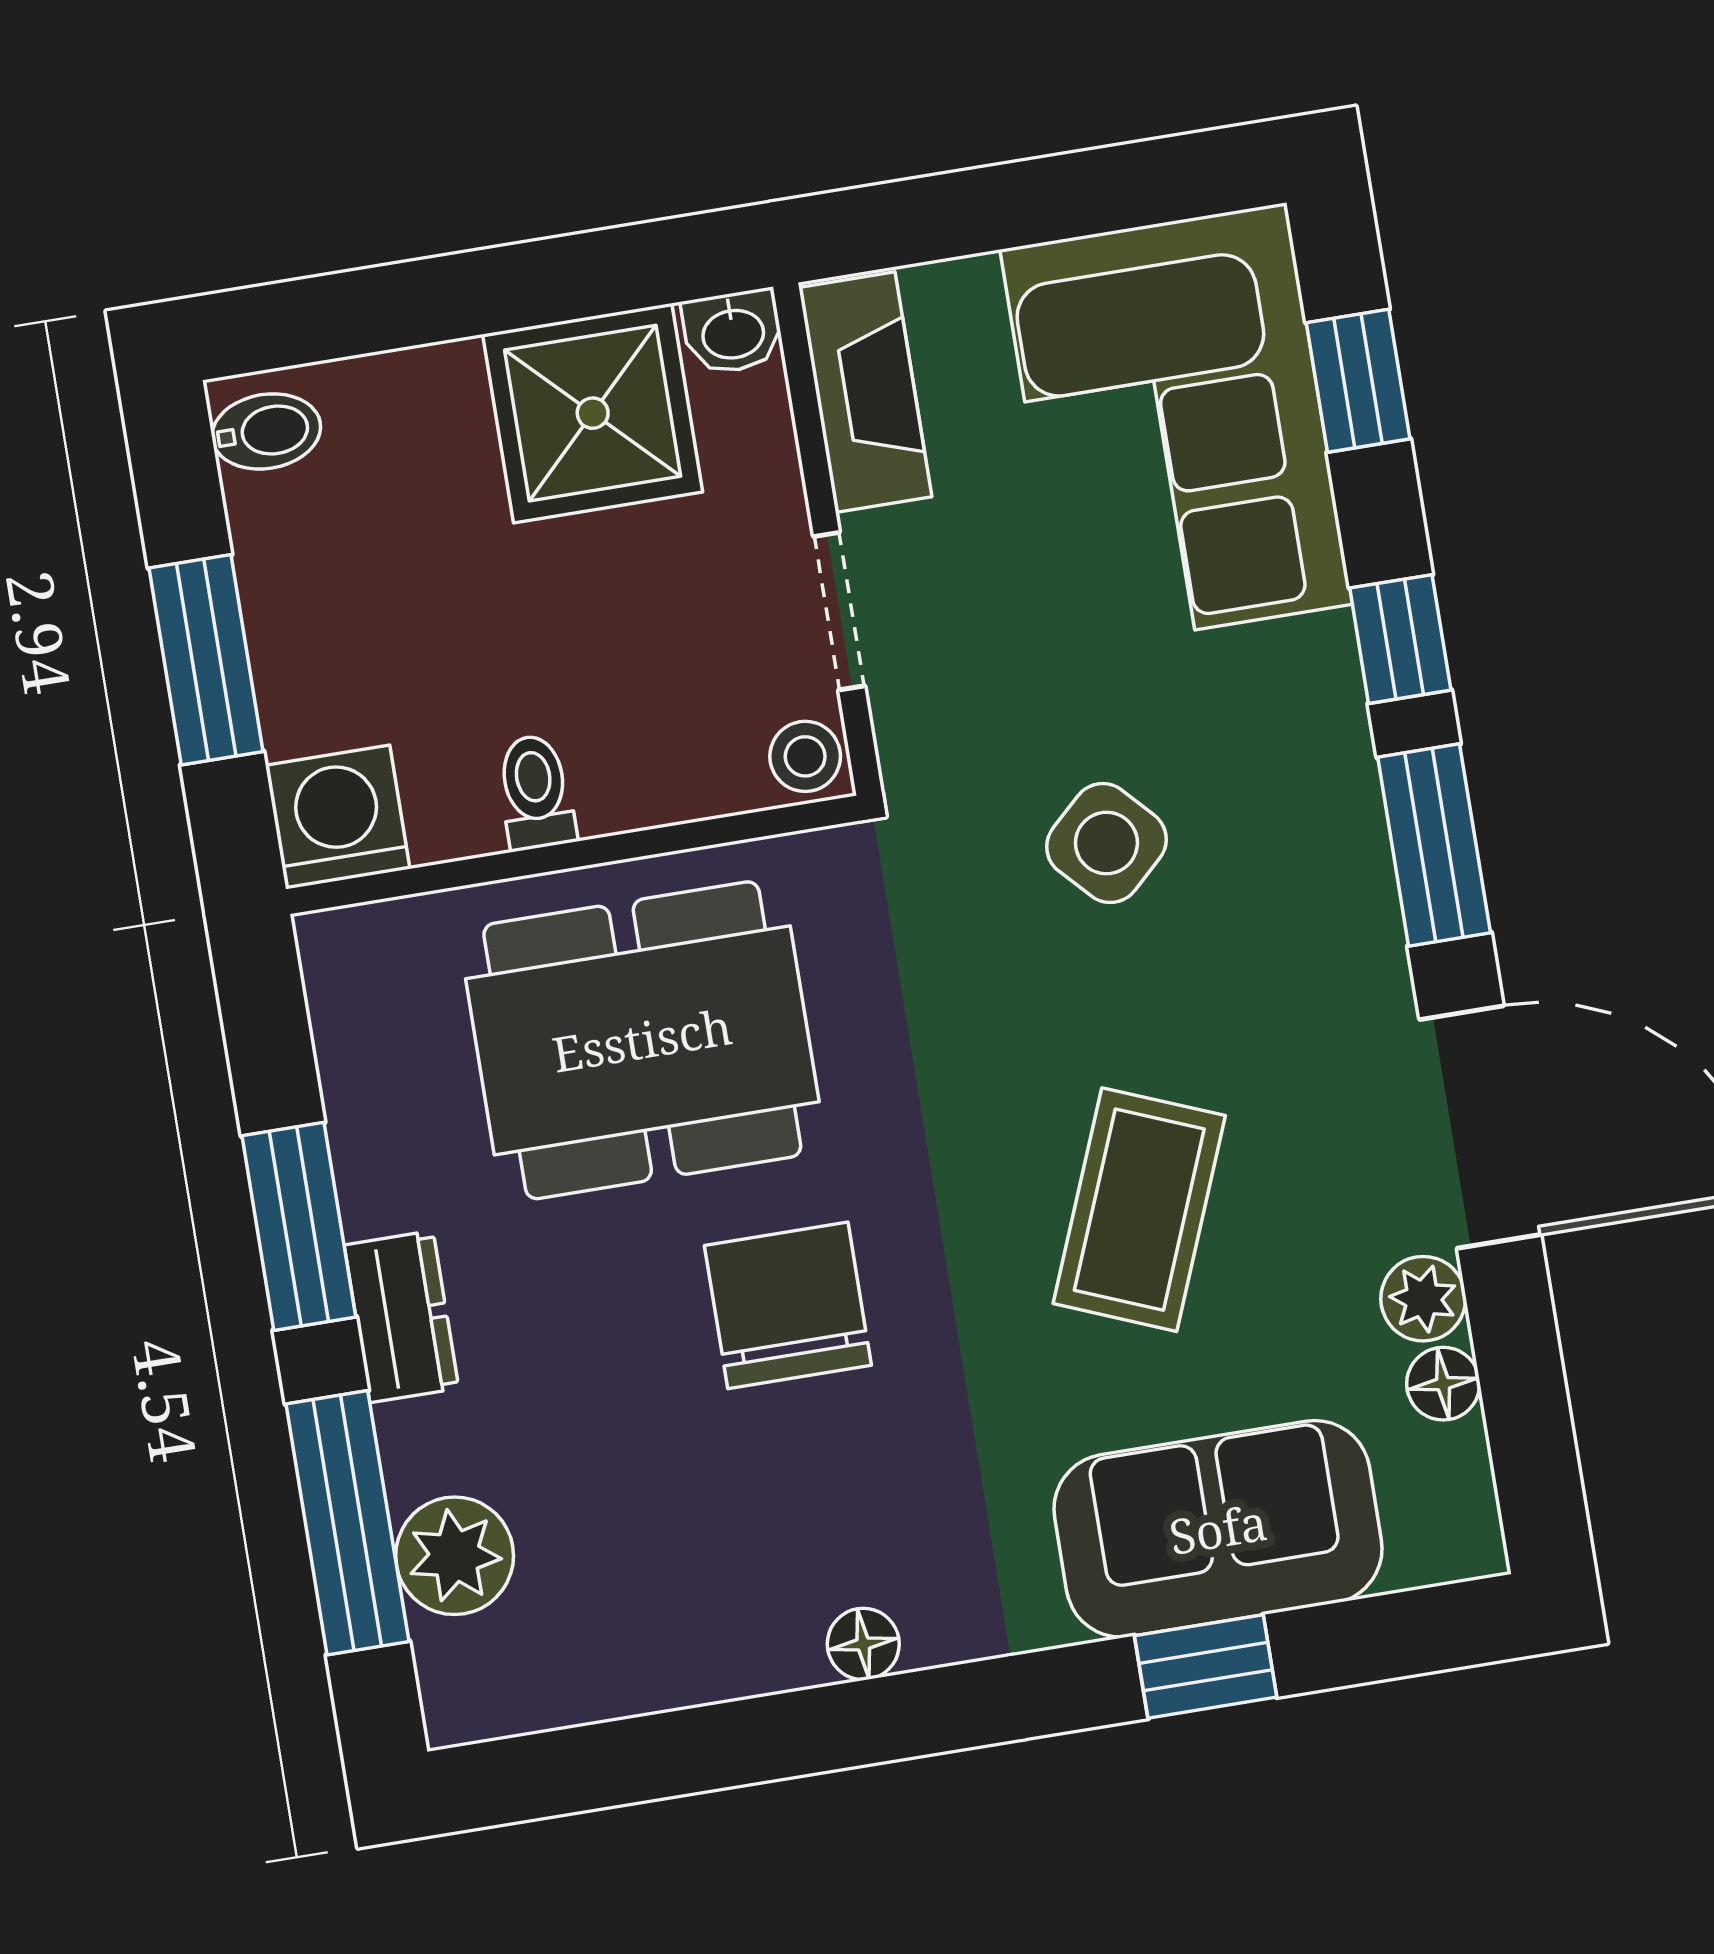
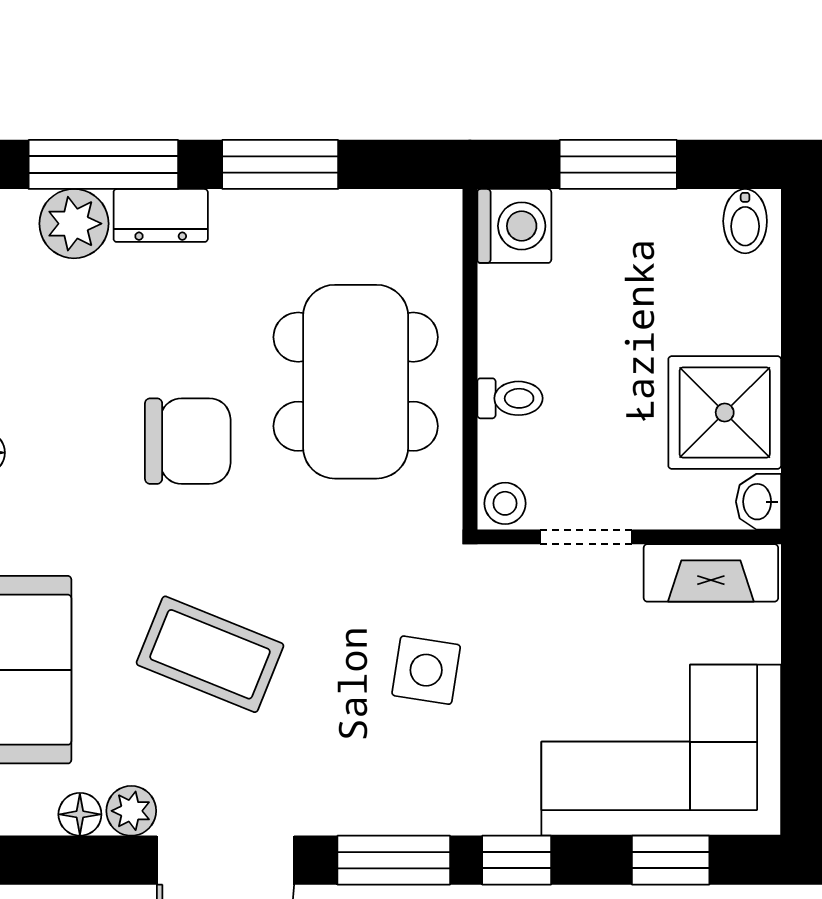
toilet: (536, 792) -> (510, 398), moved
side table: (1106, 843) -> (426, 670), turned -38
dresser: (401, 1317) -> (161, 215), moved

